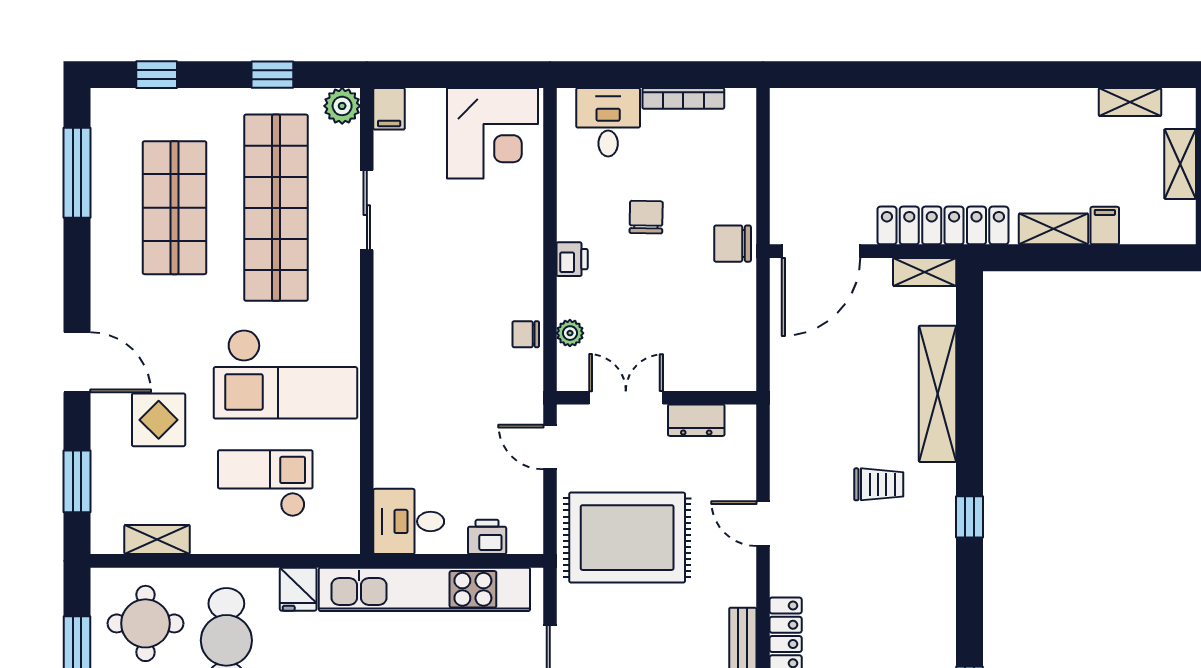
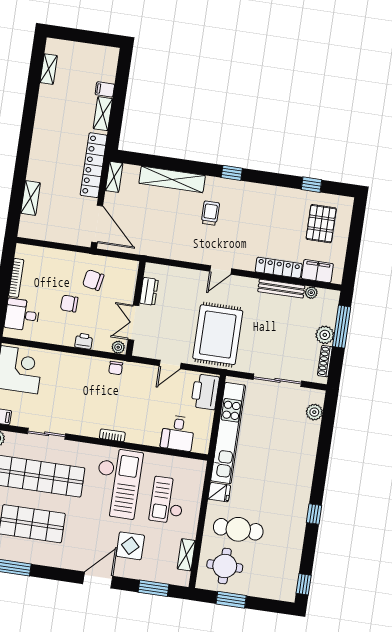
shelving: (1180, 164) -> (31, 198), moved, turned 90
chair: (733, 244) -> (93, 280), moved, turned 101
bookcase: (384, 348) -> (112, 435), added
double door: (626, 398) -> (134, 323), moved
wall: (656, 398) -> (136, 308), moved
dresser: (696, 420) -> (149, 291), moved
desk: (409, 521) -> (178, 433), moved
printer: (487, 537) -> (205, 392), width x1.87, depth x1.48

